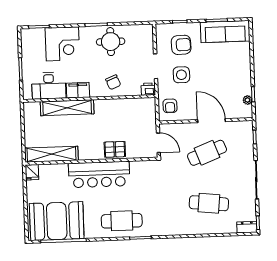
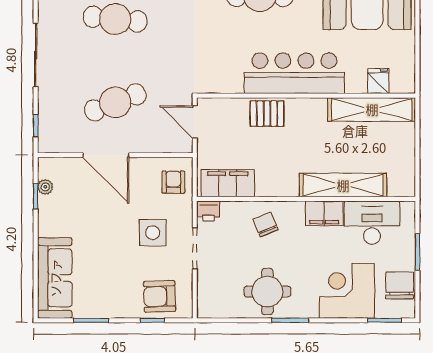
sofa: (225, 32) -> (55, 278), moved, turned 90
armchair: (181, 45) -> (160, 296), moved
chair: (31, 48) -> (400, 285), added
filing cabinet: (137, 106) -> (228, 183), added
fridge: (32, 172) -> (378, 81), moved

